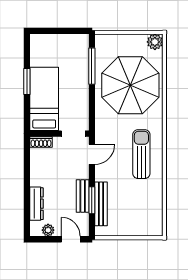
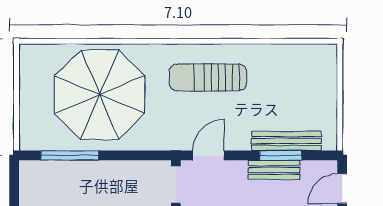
plant: (155, 42) -> (31, 56), removed
door: (92, 154) -> (209, 155), hinge flipped

